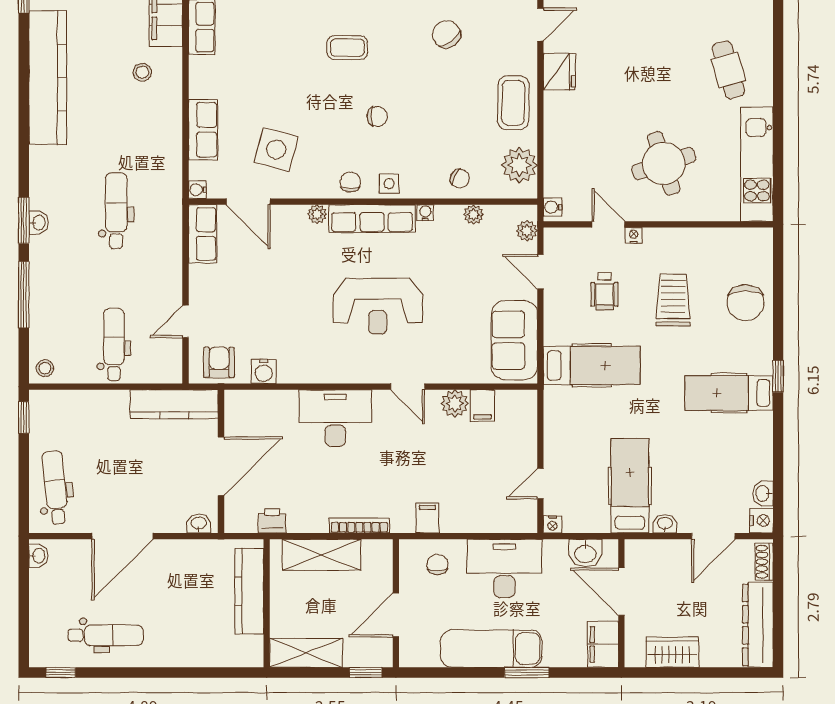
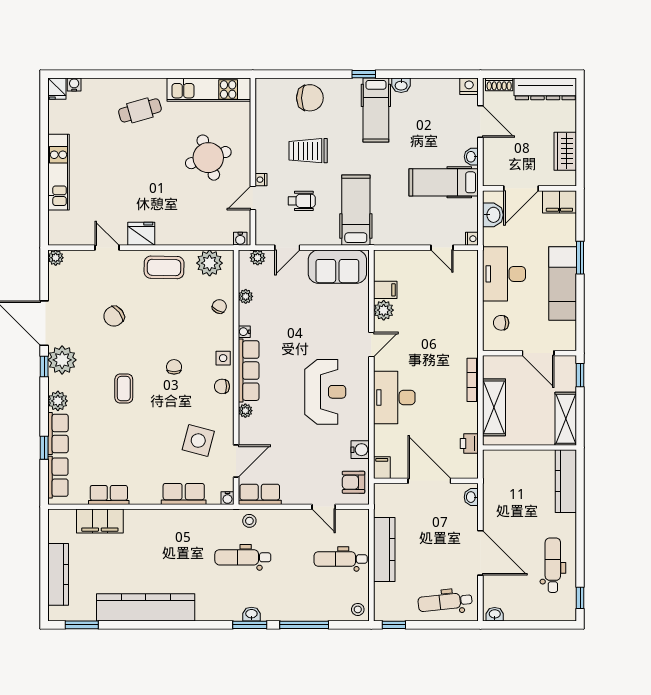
stool: (142, 72) -> (249, 521), moved
reception desk: (378, 306) -> (325, 392), moved
kitchen counter: (174, 404) -> (384, 549), moved
washbasin: (763, 493) -> (401, 85), moved
filing cabinet: (427, 518) -> (382, 468), moved, turned 90
kitchen counter: (249, 591) -> (566, 481), moved, turned 90

